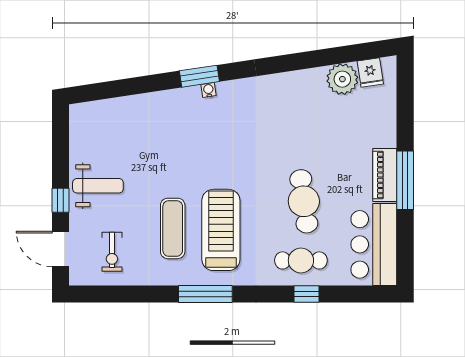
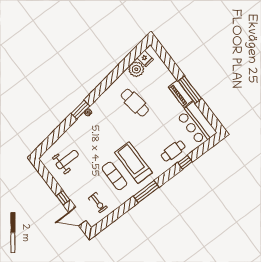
weight bench: (98, 186) -> (67, 160), moved
cafe table: (304, 201) -> (135, 103), moved

